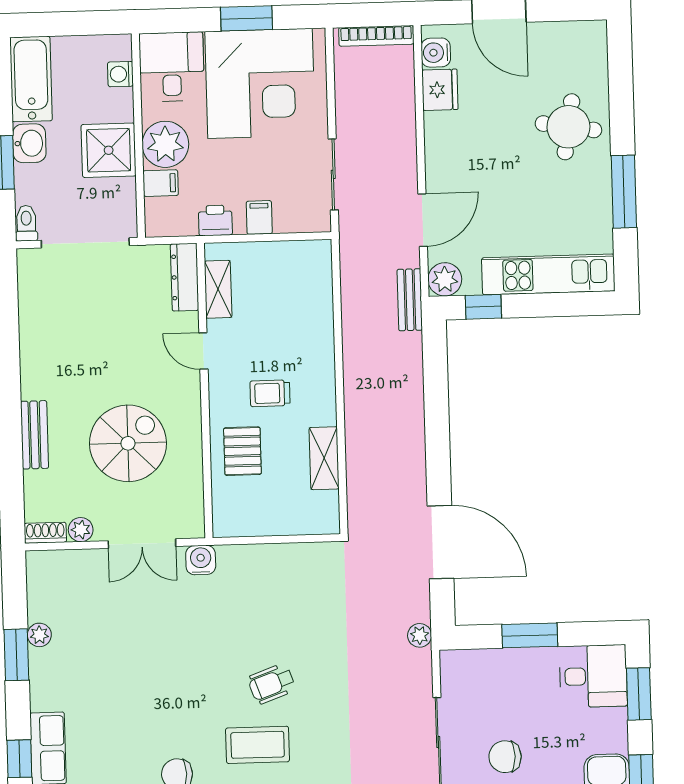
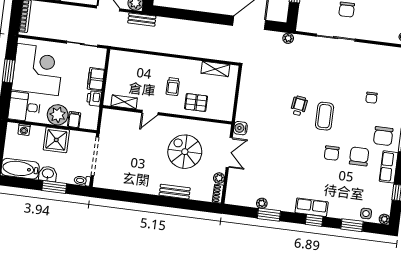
filing cabinet: (259, 217) -> (96, 79), width x2.00
dresser: (185, 277) -> (117, 116), removed
shelving: (324, 458) -> (215, 69), moved
wheelchair: (272, 684) -> (299, 106), turned -152

